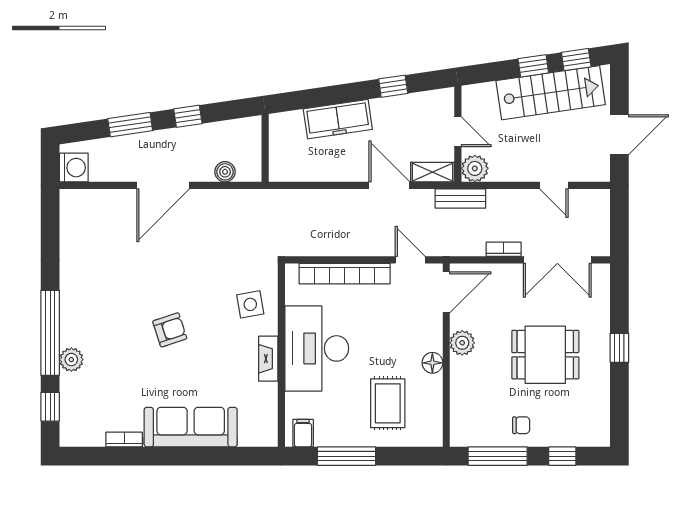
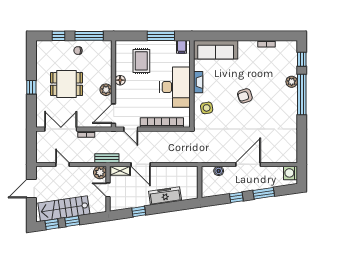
sofa: (191, 427) -> (216, 50), moved

